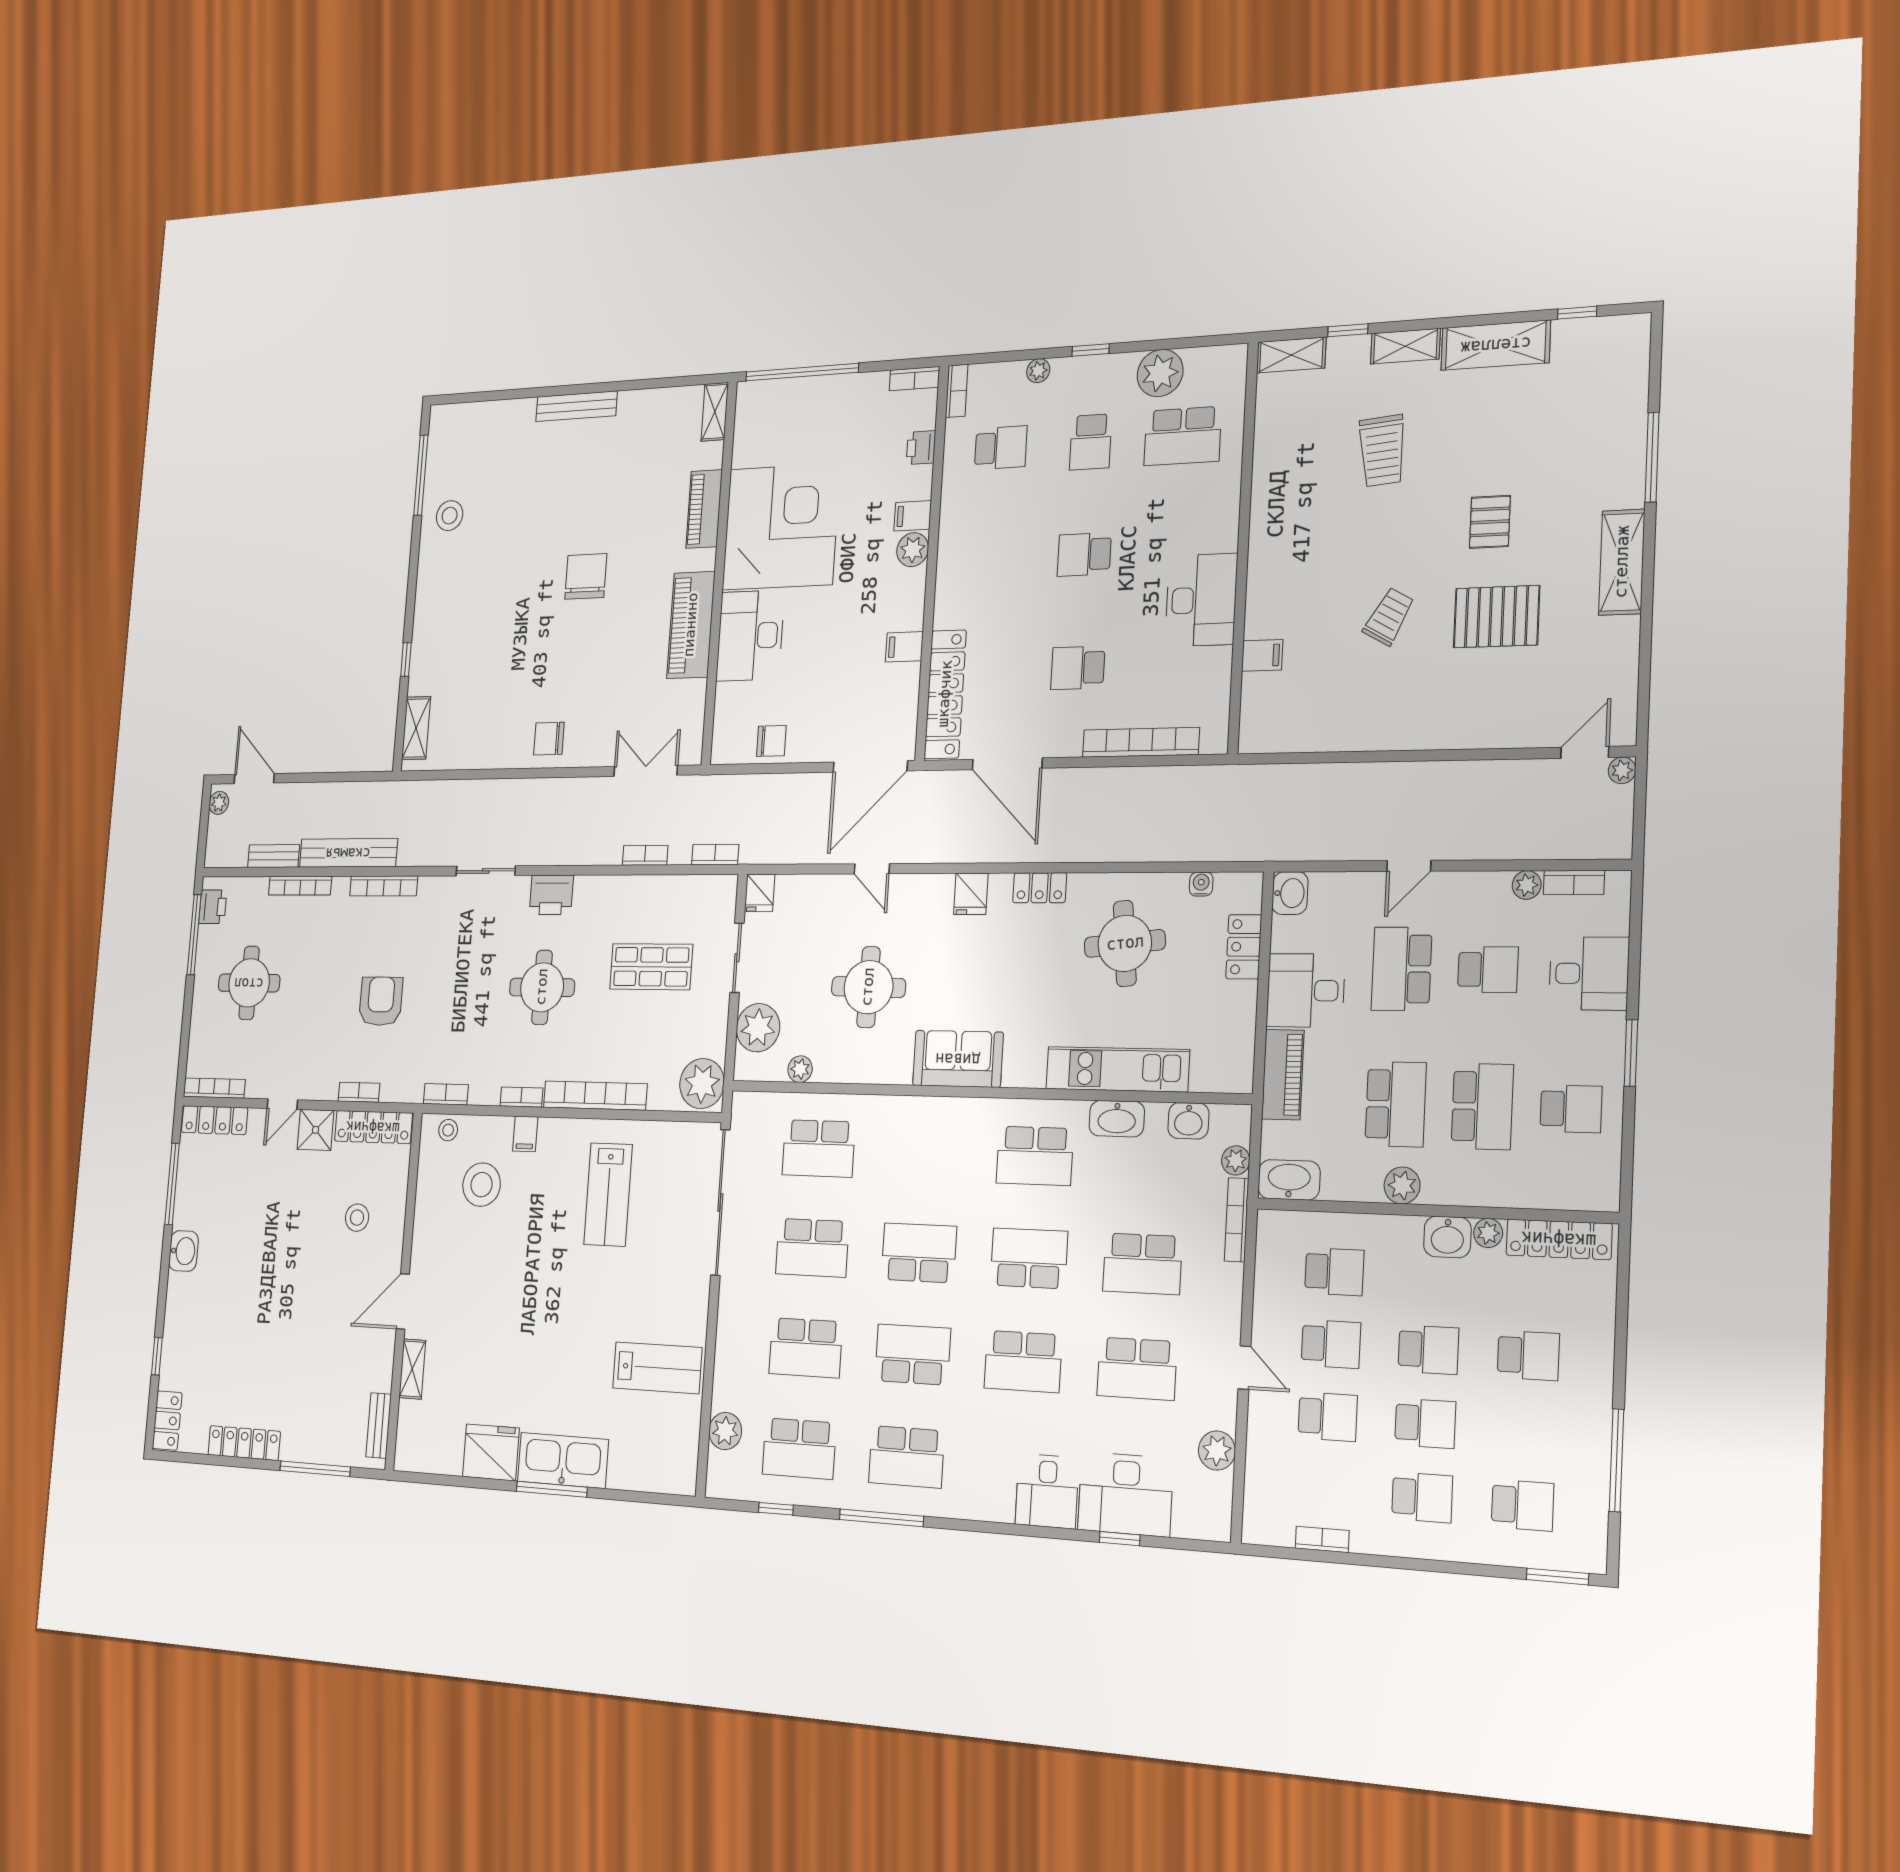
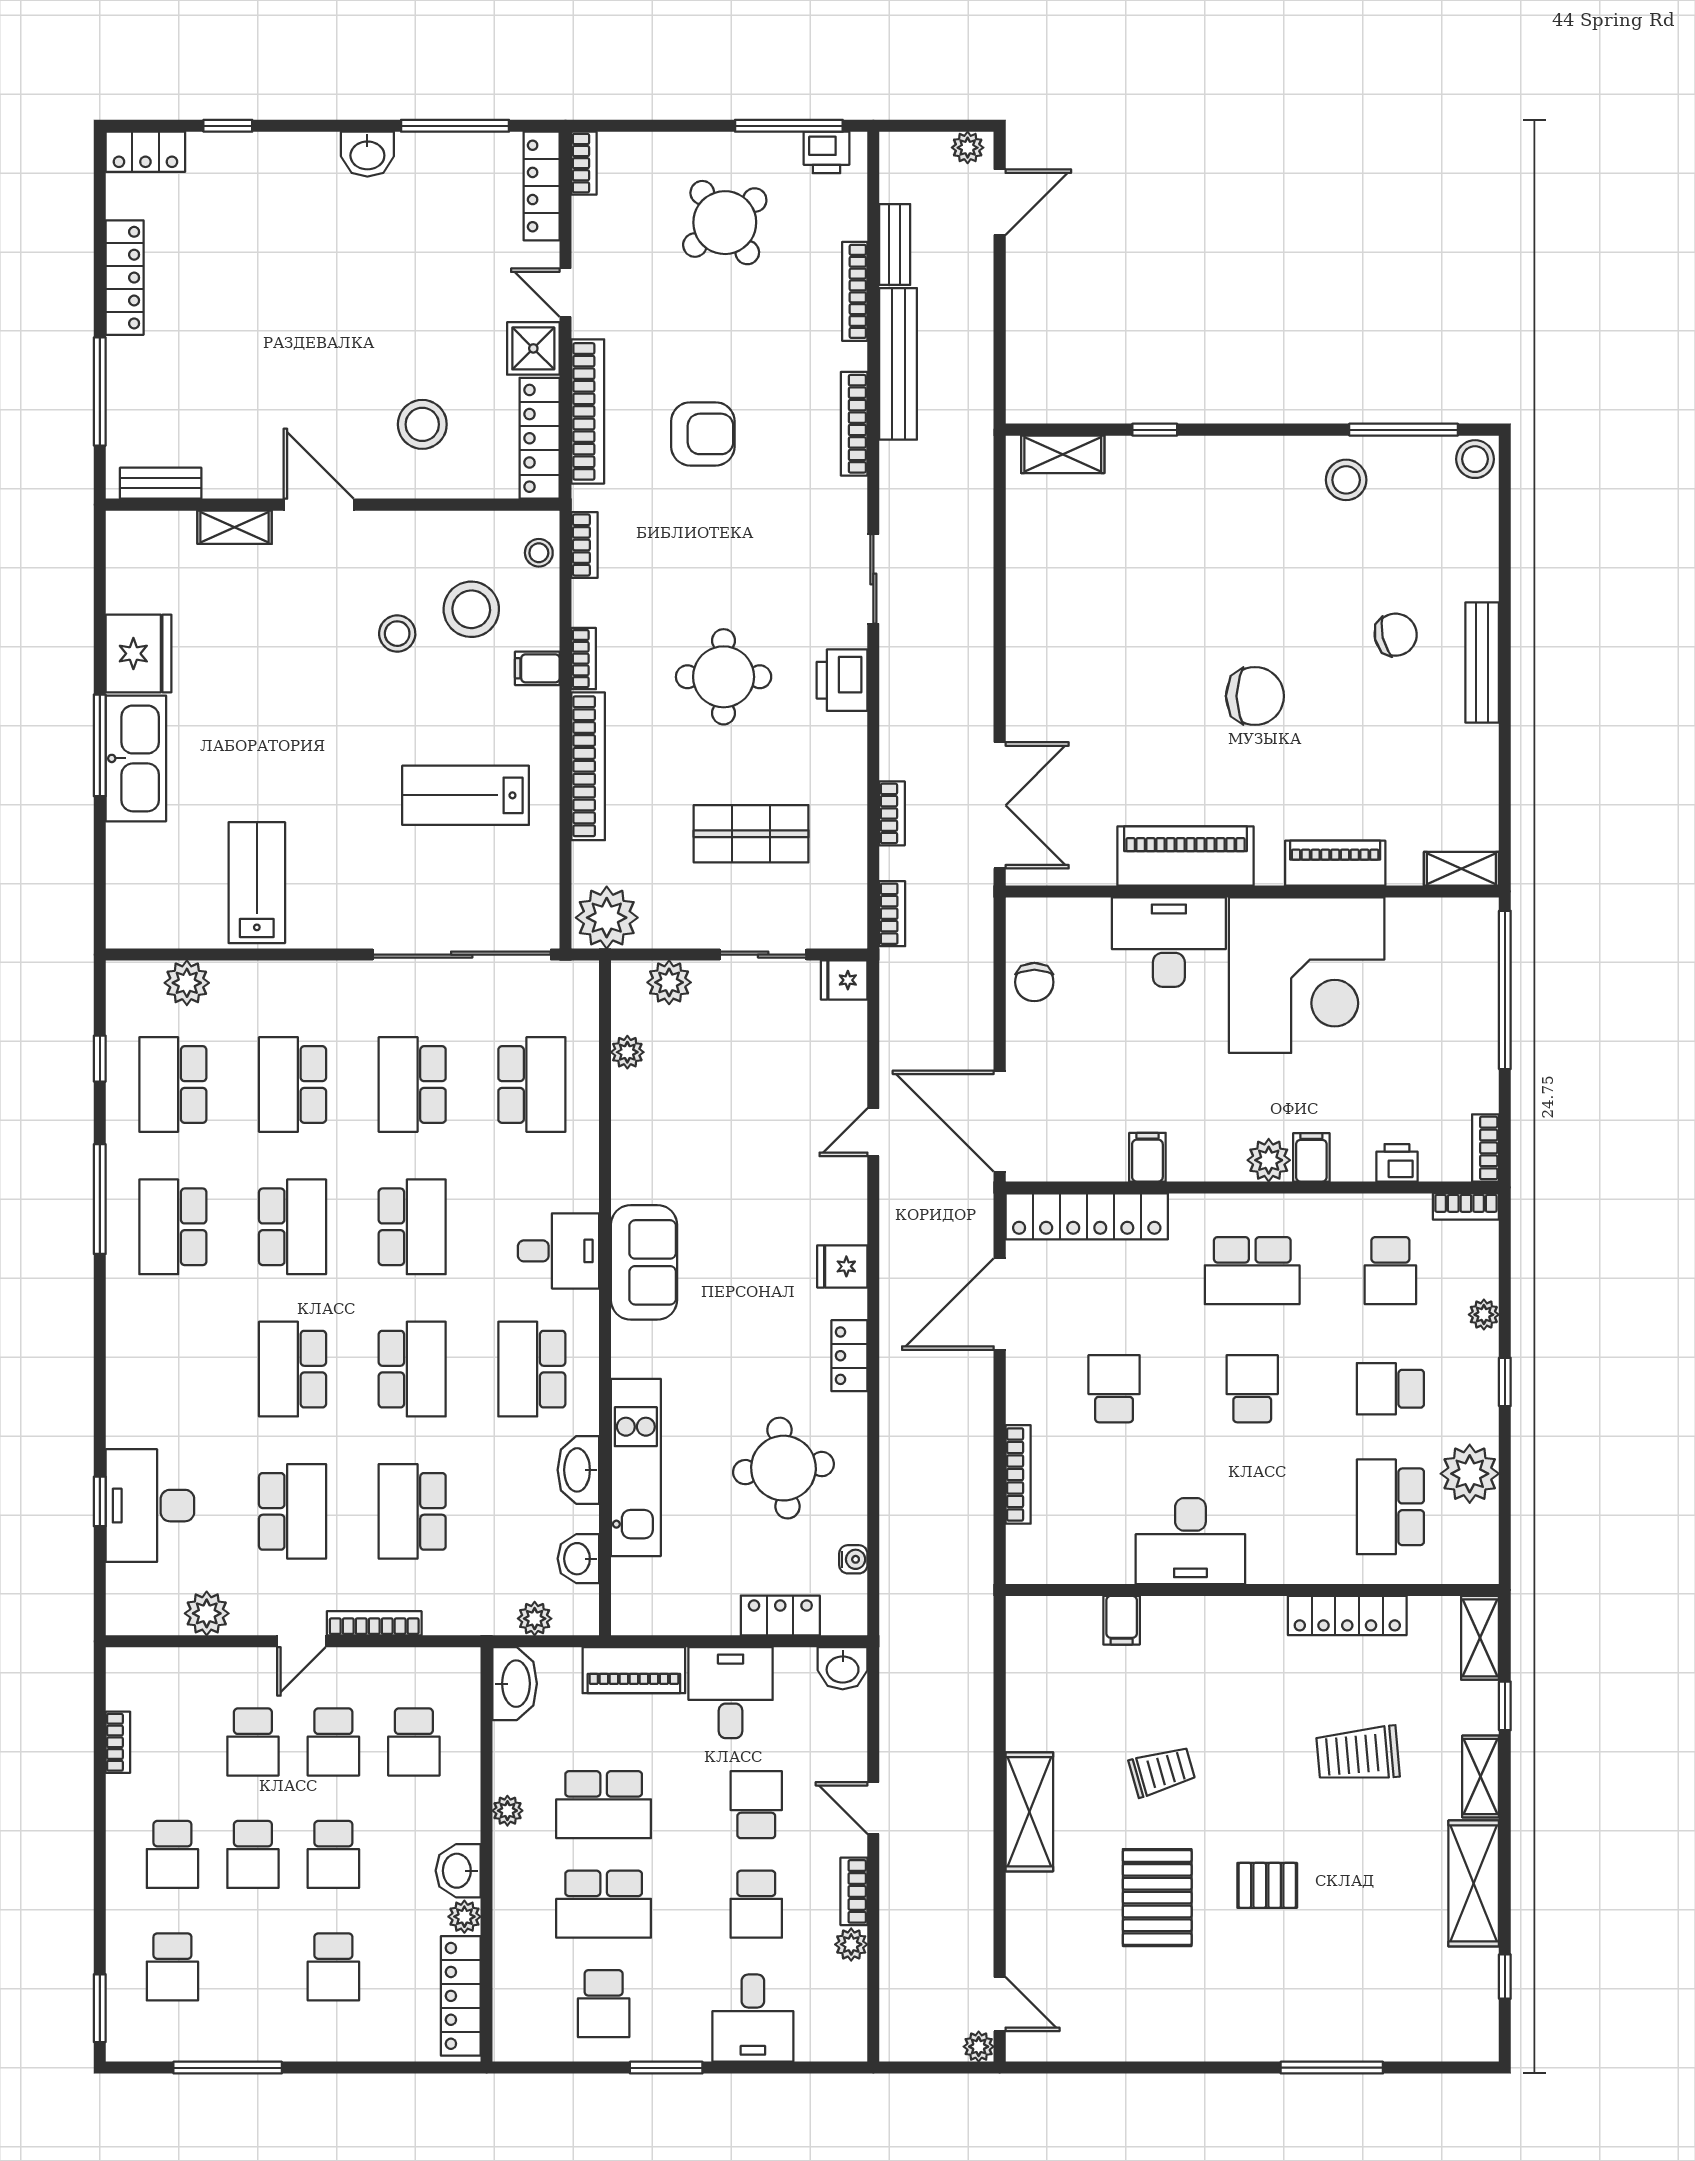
stool: (444, 421) -> (1475, 459), added
locker: (1268, 466) -> (1347, 1616), added
school desk: (994, 559) -> (1252, 1271), added
shelving: (1622, 562) -> (1029, 1812), moved, turned 90
trolley: (1389, 617) -> (1162, 1771), turned -45
chair: (549, 739) -> (1396, 635), moved, turned 77
bookcase: (1141, 742) -> (1018, 1474), width x0.68, depth x0.76
double door: (646, 771) -> (1000, 805), width x1.37
bookcase: (1574, 882) -> (854, 1891), moved
shop shelf: (651, 967) -> (751, 834), turned 90
school desk: (1402, 969) -> (756, 1805), width x0.54
round table: (249, 983) -> (725, 223), turned -37
round table: (868, 987) -> (729, 1138), removed
plant: (758, 1028) -> (669, 982), width x0.73, depth x0.73
bookcase: (214, 1088) -> (584, 163), width x0.64
bookcase: (359, 1092) -> (588, 411), width x2.31, depth x1.31
school desk: (819, 1148) -> (532, 1085), turned 180
plant: (1402, 1185) -> (507, 1811), width x0.73, depth x0.73
stool: (357, 1218) -> (422, 424), width x1.38, depth x1.38
bookcase: (1237, 1220) -> (374, 1623), moved
stool: (493, 1244) -> (397, 634), added
lab bench: (657, 1368) -> (257, 883), turned 180
school desk: (1137, 1369) -> (293, 1511), turned 180
desk: (1047, 1491) -> (558, 1251), moved, turned 180

